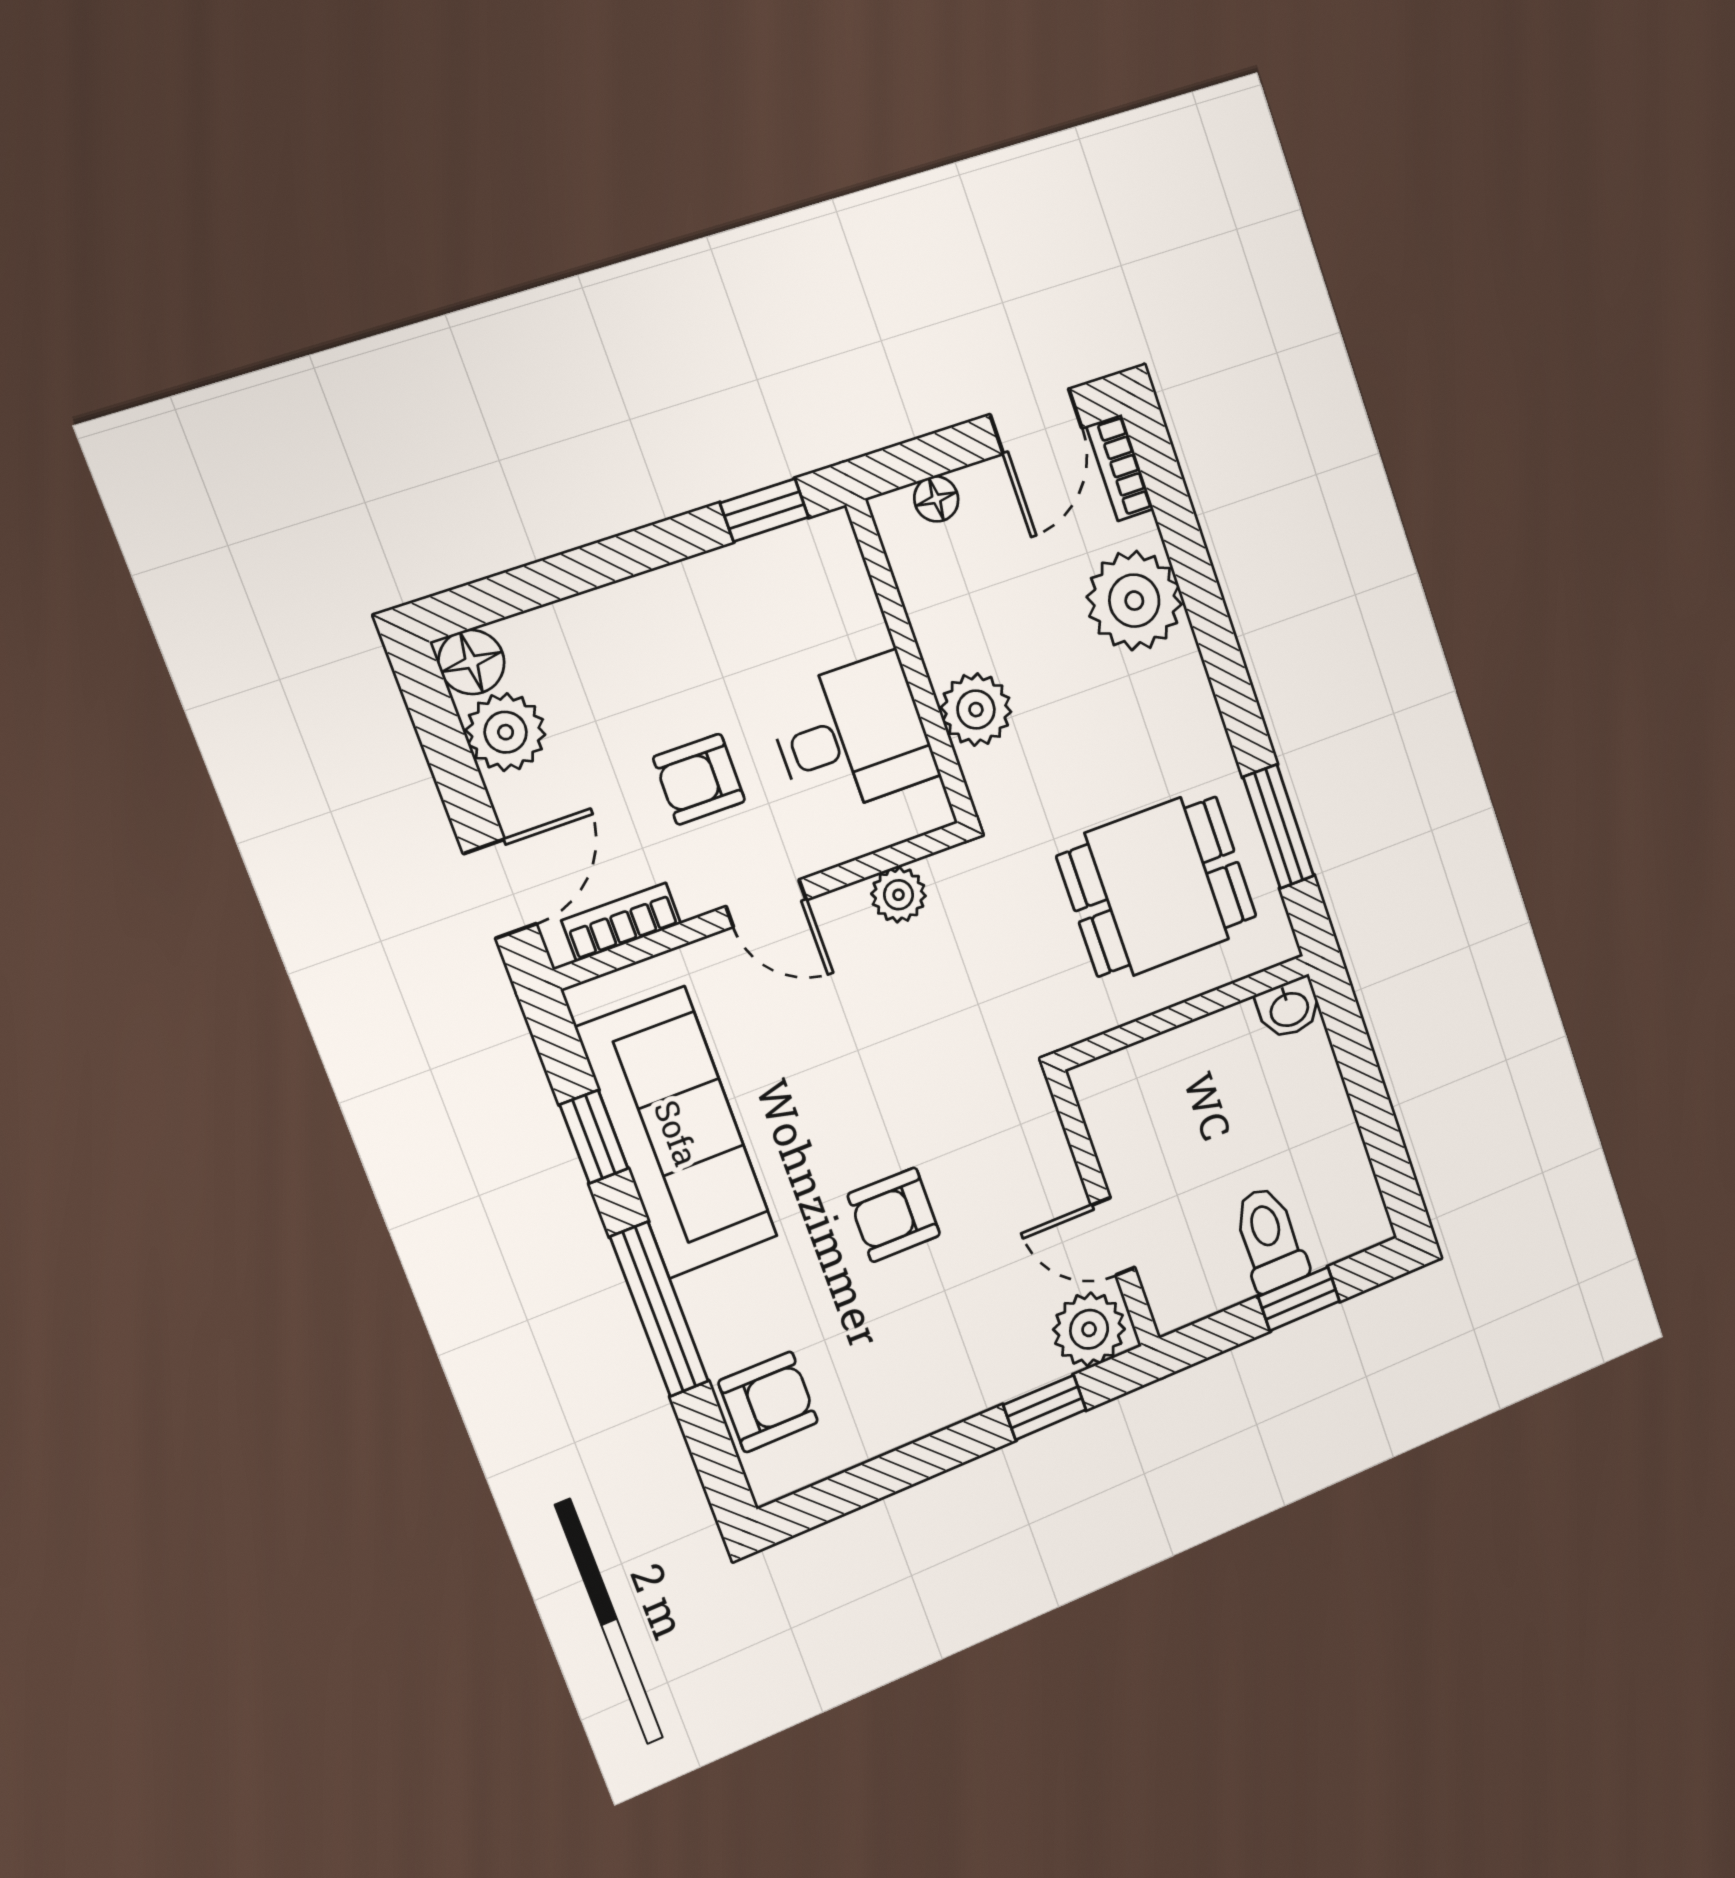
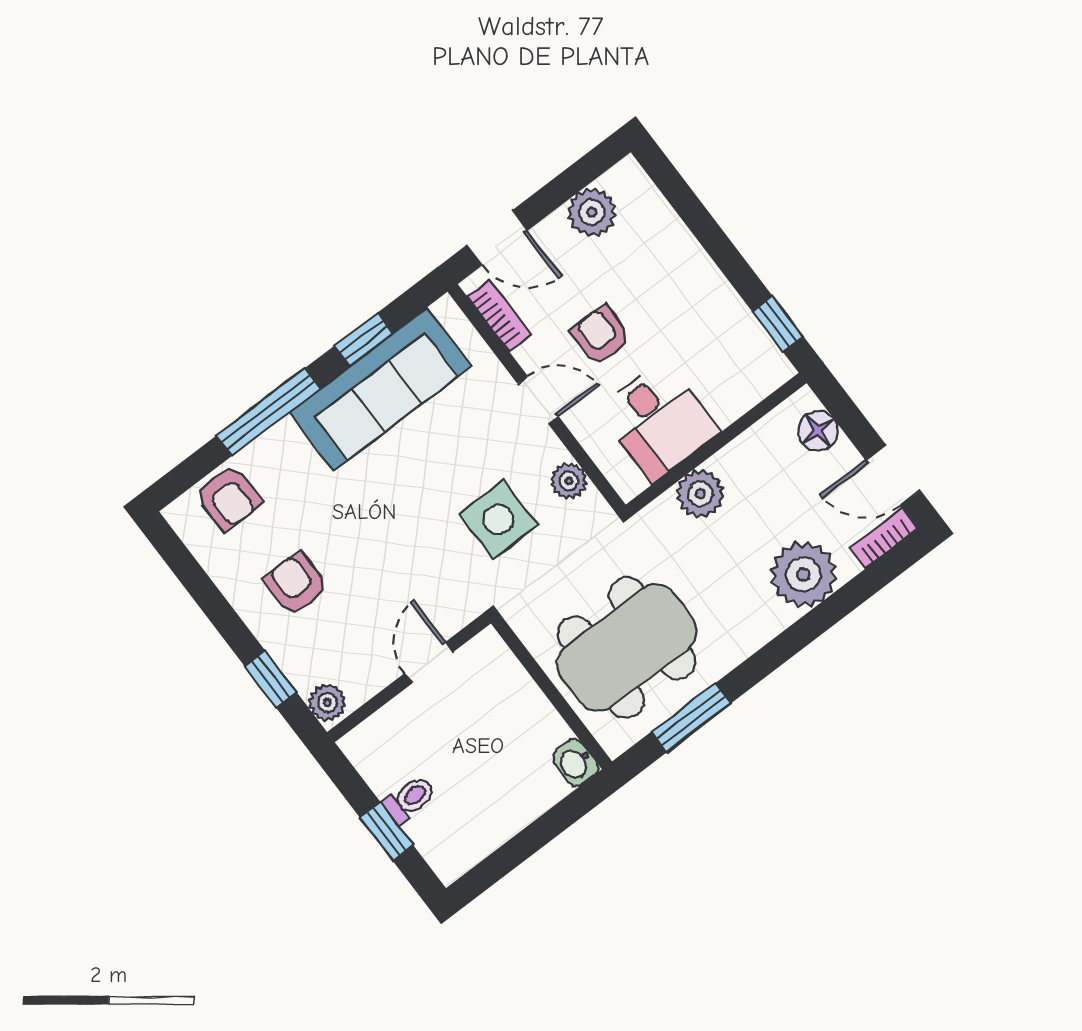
floor lamp: (936, 499) -> (818, 431), width x1.37, depth x1.37
floor lamp: (471, 662) -> (627, 180), removed
dining table: (1157, 886) -> (627, 648), width x1.38
door: (766, 903) -> (538, 400), swing flipped
side table: (922, 1015) -> (498, 519), added
armchair: (894, 1215) -> (296, 583), moved
door: (1113, 1236) -> (429, 663), moved
toilet: (1270, 1239) -> (410, 799), width x0.73, depth x0.72
plant: (1089, 1329) -> (327, 702), width x0.73, depth x0.73

